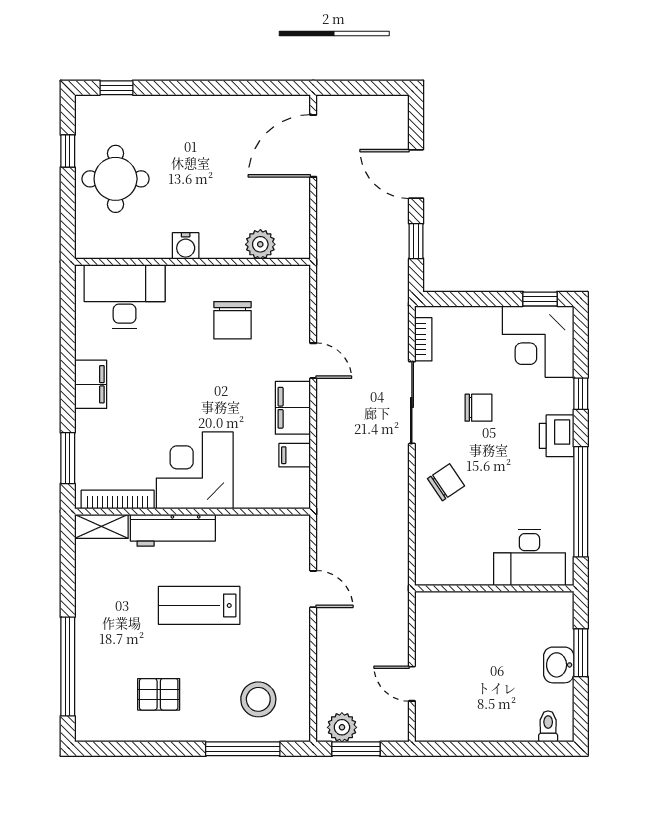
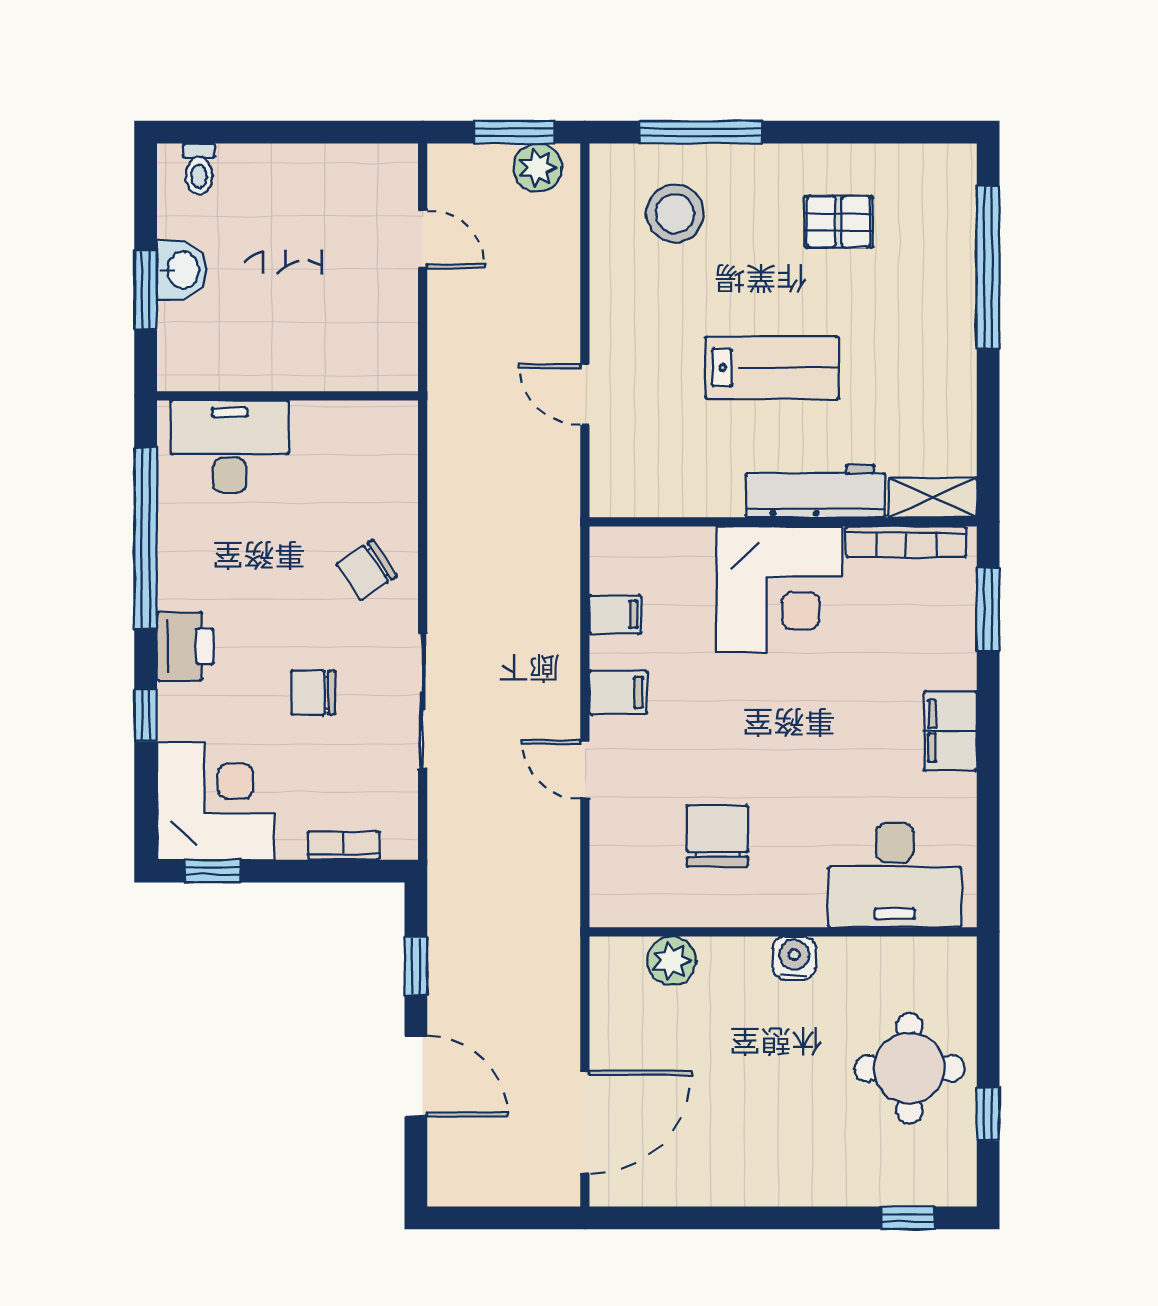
bookcase: (423, 339) -> (344, 846), moved, turned 90
filing cabinet: (293, 408) -> (618, 692), width x0.50

